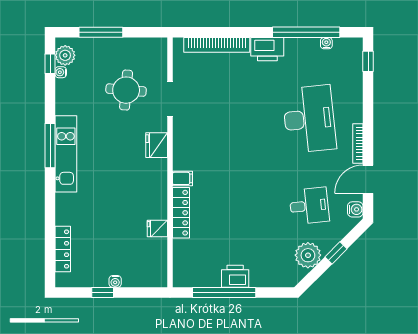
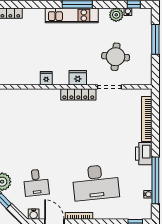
plant: (65, 55) -> (116, 15), moved
filing cabinet: (182, 178) -> (55, 95), removed
locker: (181, 213) -> (78, 94), moved
fridge: (157, 228) -> (46, 78), moved

